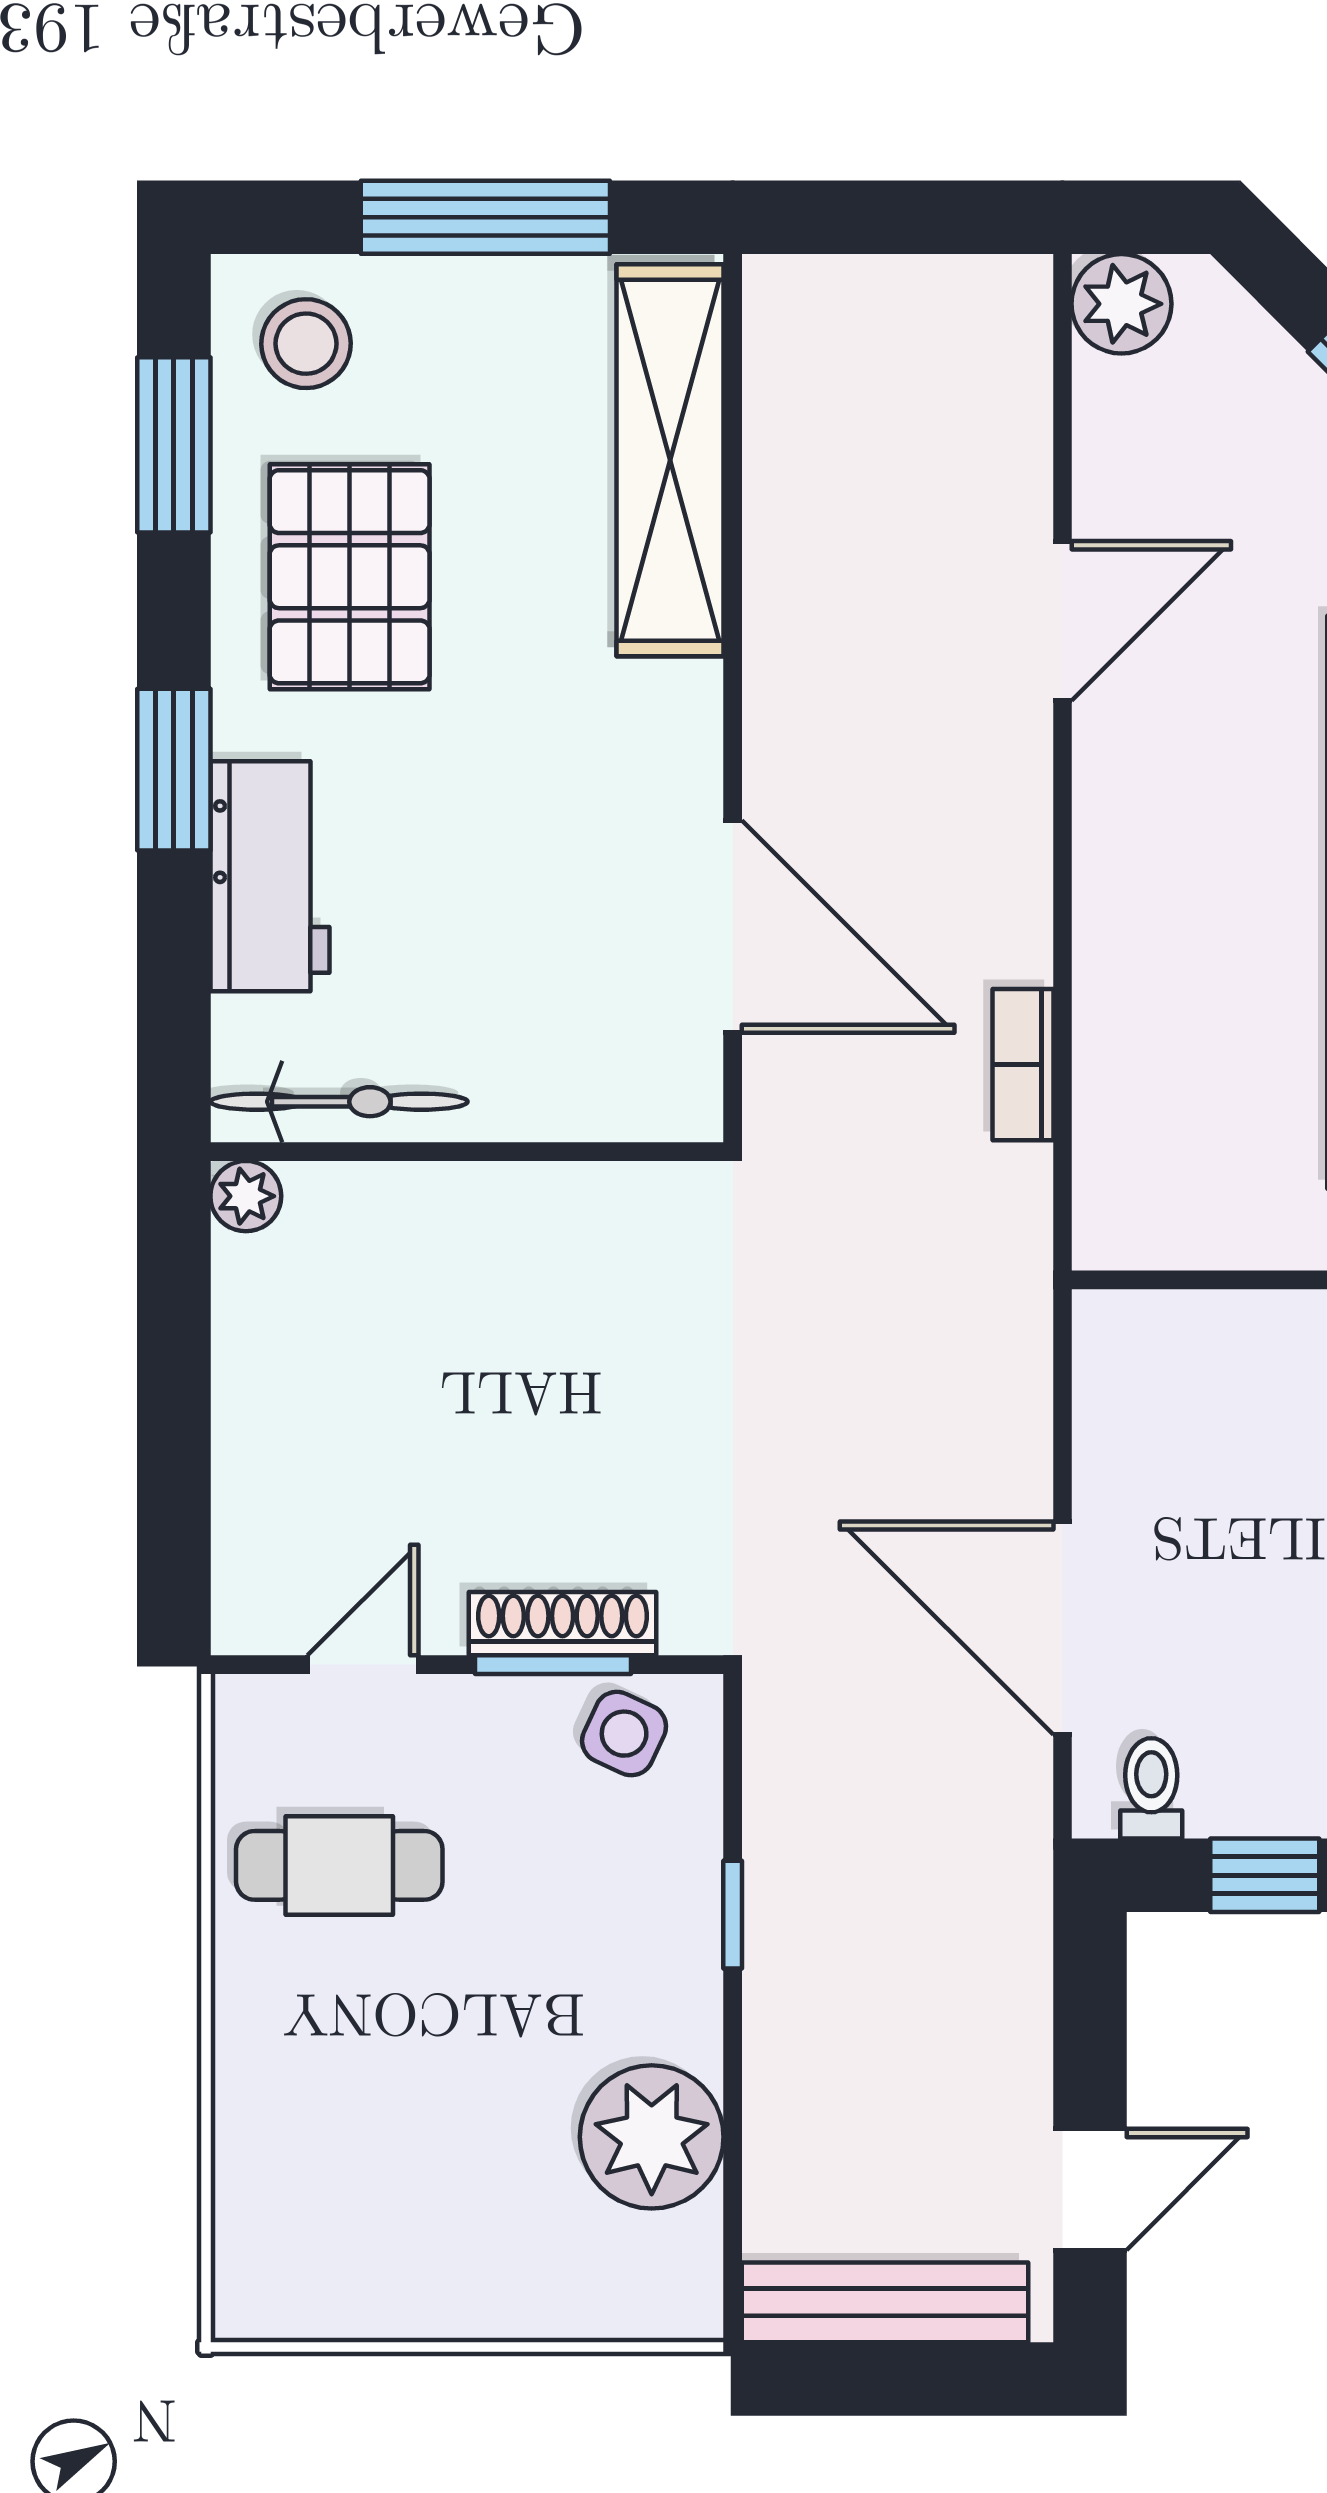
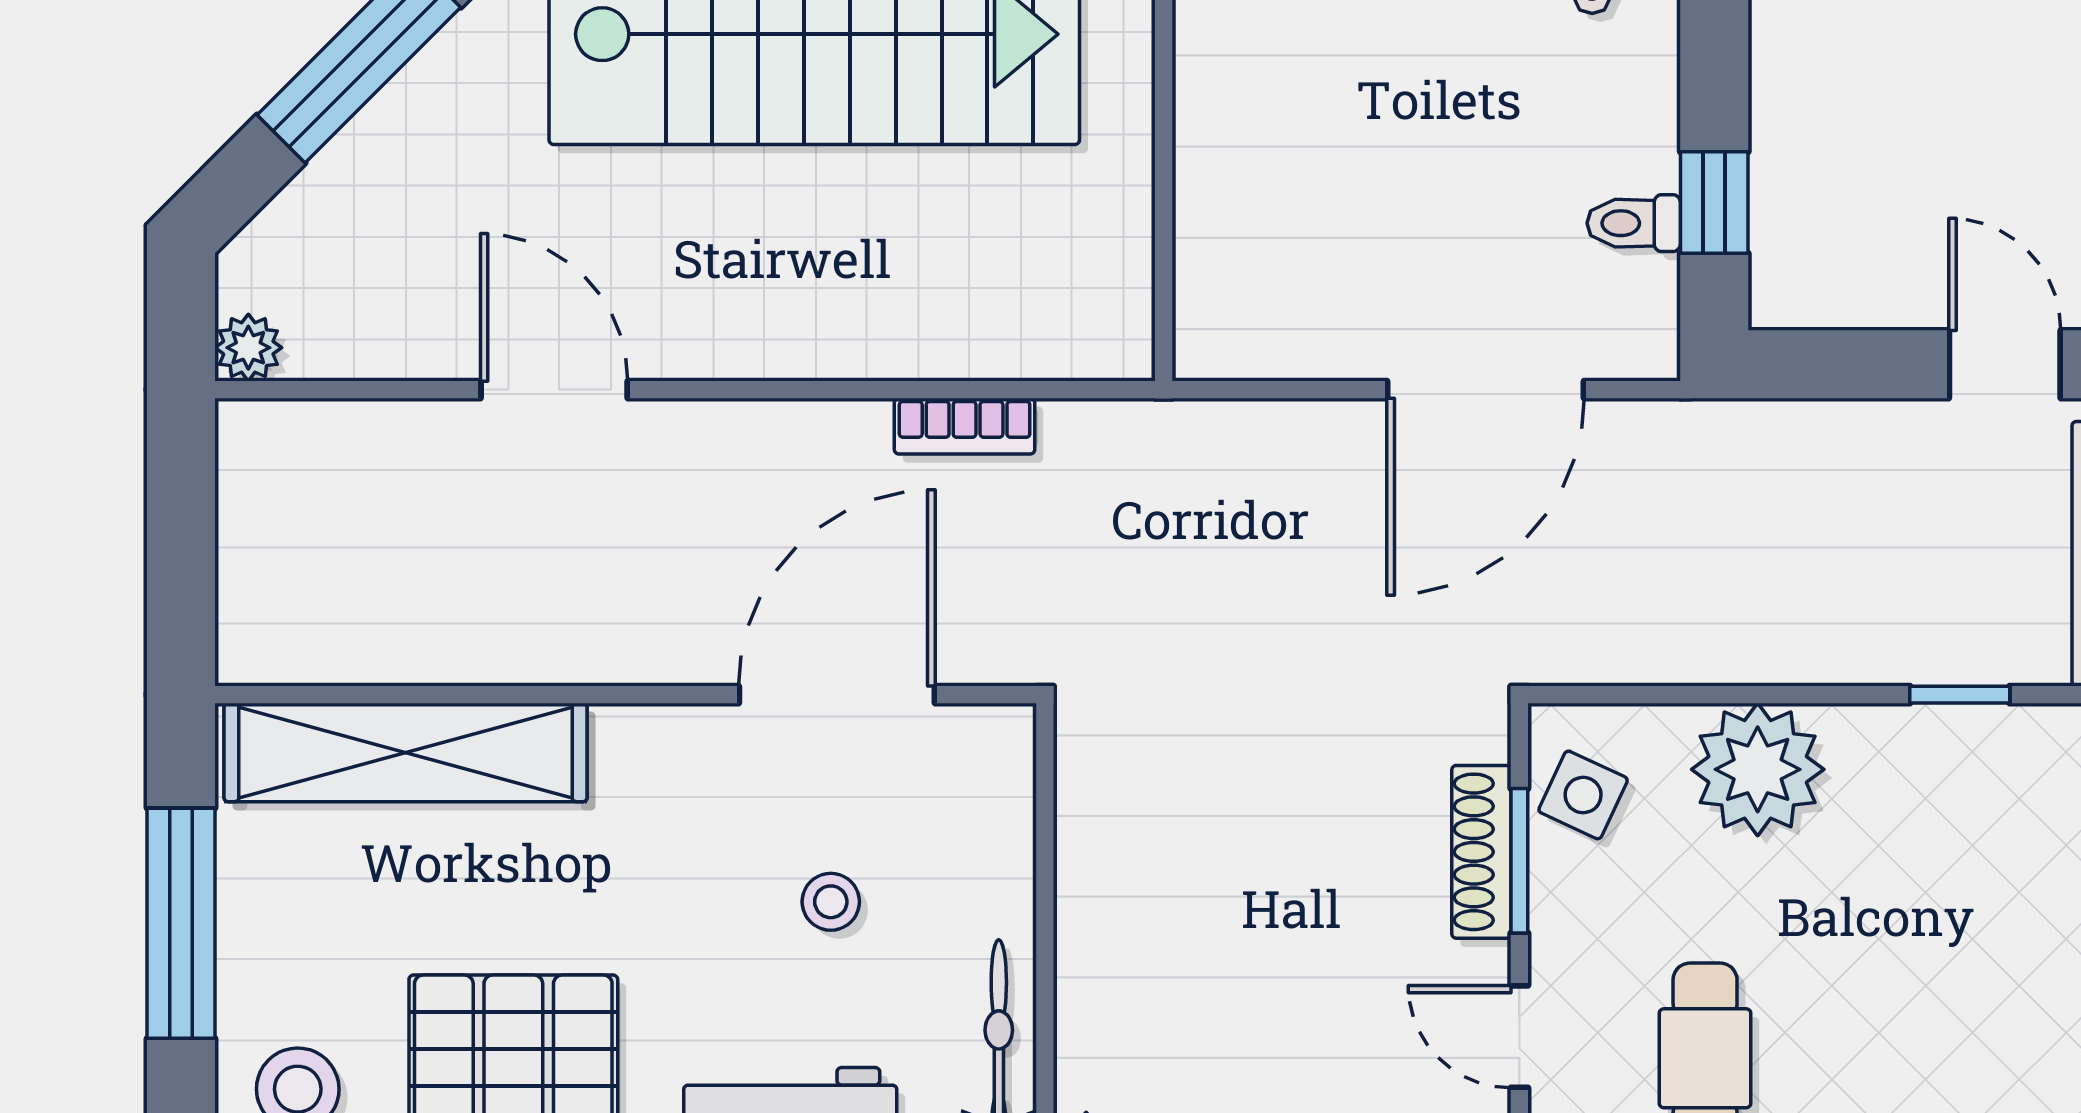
plant: (1121, 304) -> (248, 348), width x0.73, depth x0.73
stool: (509, 920) -> (831, 902), added
toilet: (1151, 1788) -> (1634, 223), moved
window: (733, 1915) -> (1960, 695), moved
plant: (652, 2137) -> (1758, 769), moved

